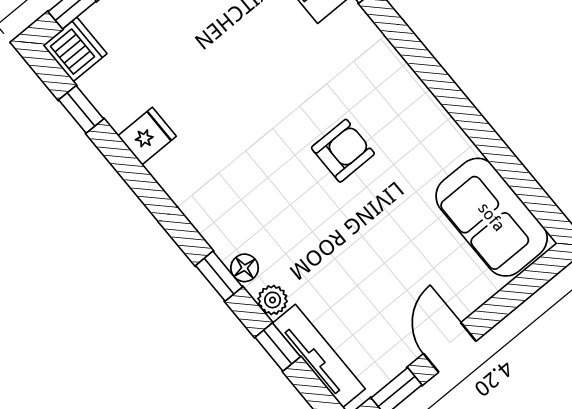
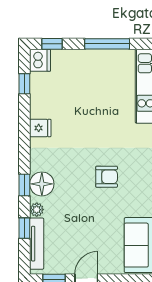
fridge: (147, 136) -> (40, 128), moved
floor lamp: (245, 268) -> (42, 184), width x1.89, depth x1.89

